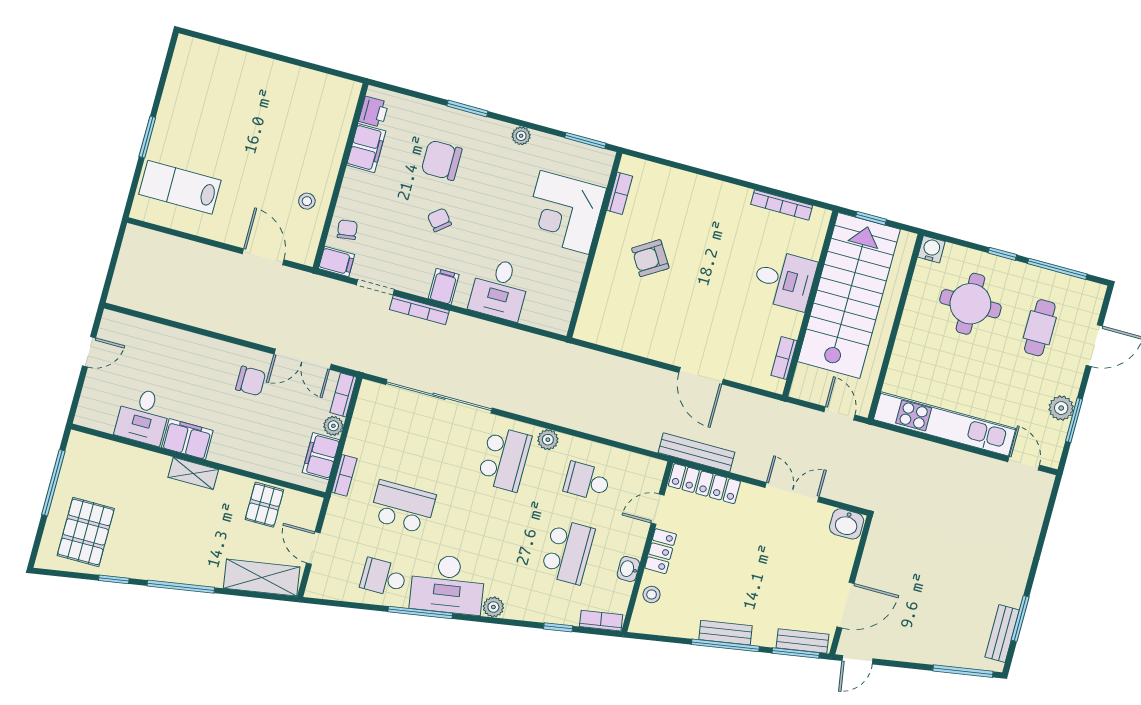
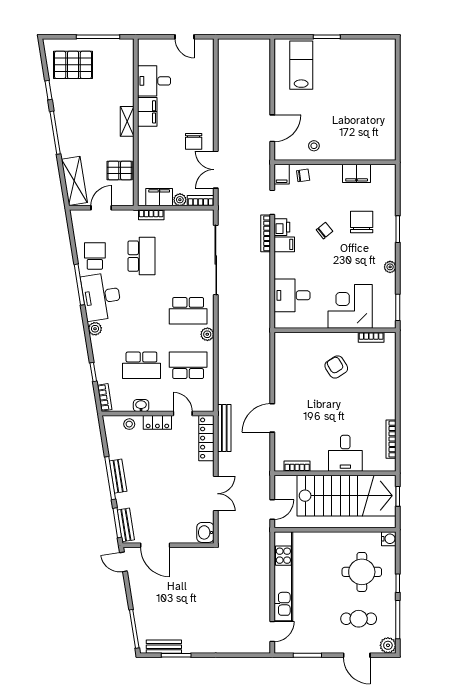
printer: (374, 112) -> (282, 227), moved, turned -90
desk: (500, 289) -> (292, 295), moved
plant: (1061, 408) -> (388, 645), moved
school desk: (587, 481) -> (188, 365), width x1.85

